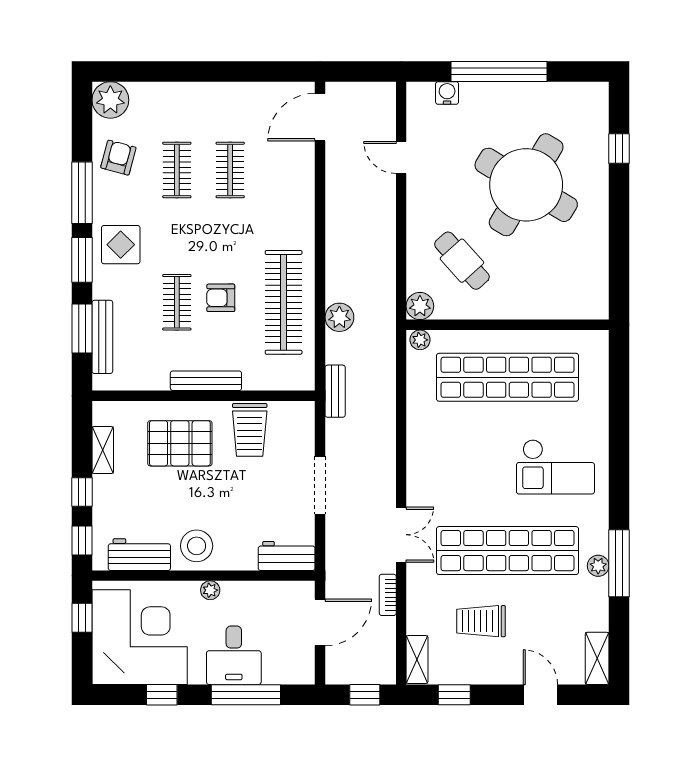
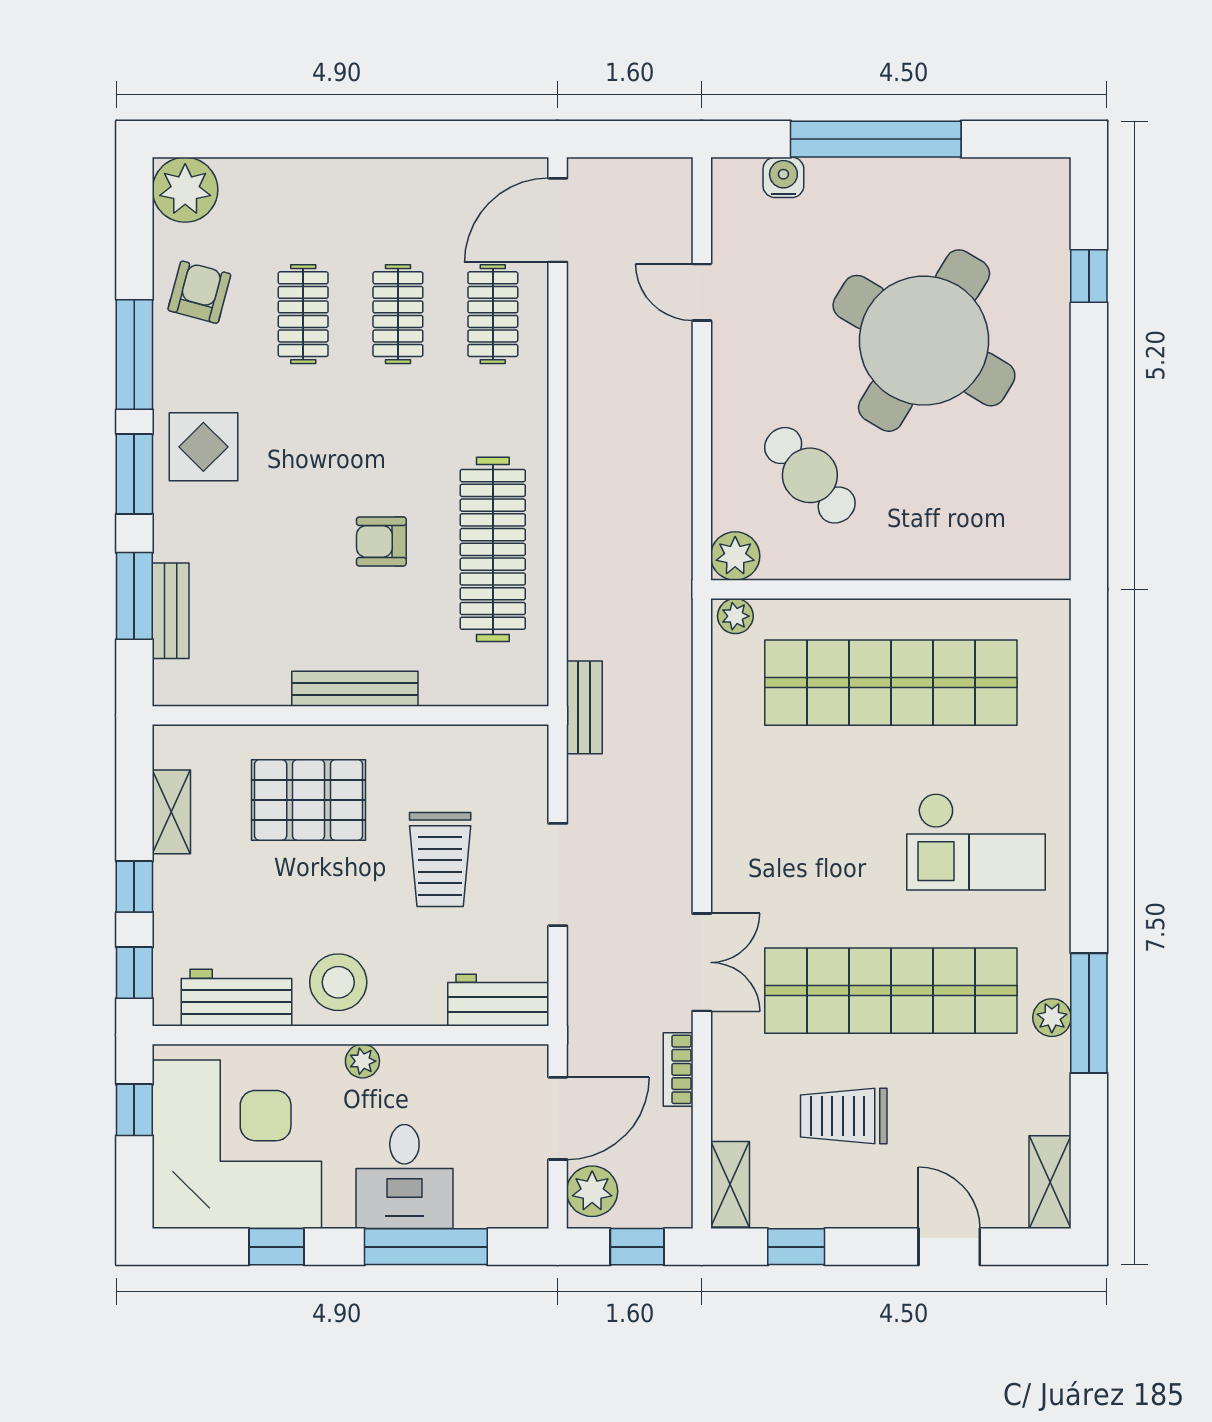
clothes rail: (177, 302) -> (493, 314), moved
plant: (339, 317) -> (592, 1191), moved
bench: (102, 337) -> (171, 611), width x0.73
trolley: (250, 430) -> (440, 860), moved

